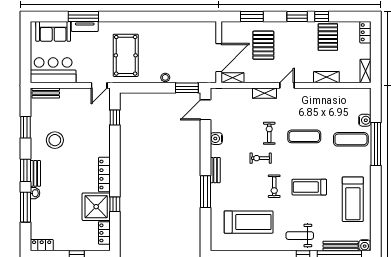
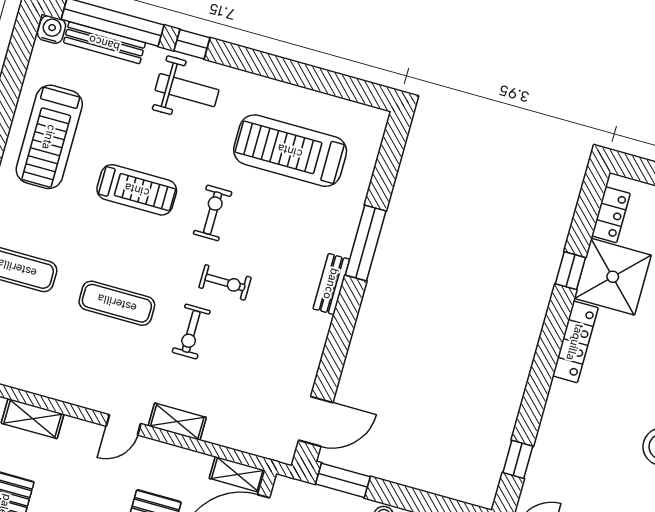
water cooler: (216, 139) -> (310, 352), removed
treadmill: (353, 199) -> (49, 137), turned 180

